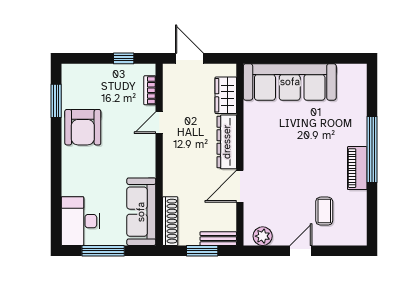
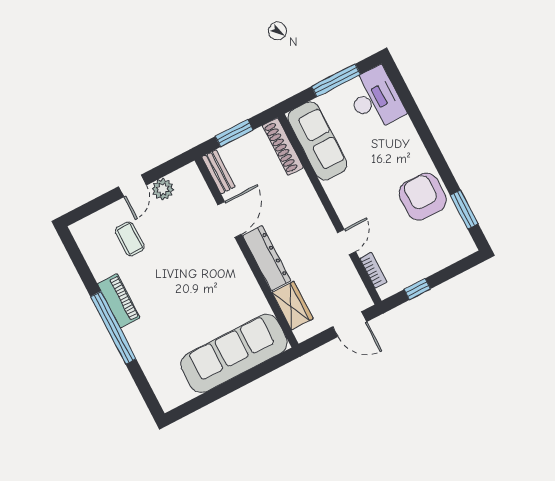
plant: (263, 236) -> (163, 189), moved
bench: (218, 239) -> (218, 172), moved, turned 90

